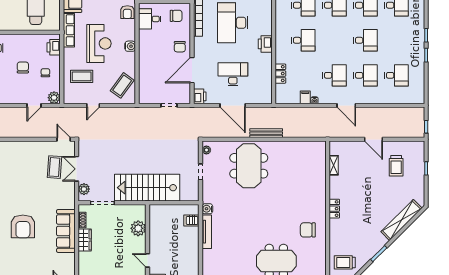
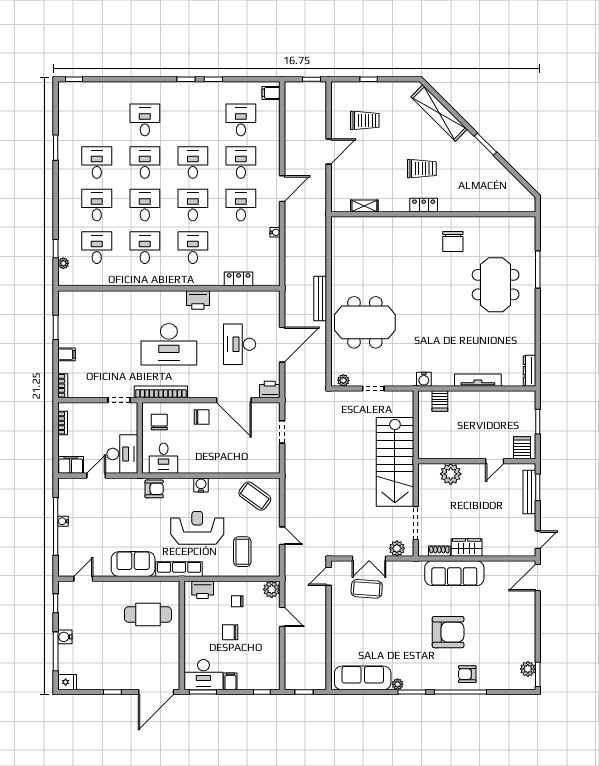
desk: (334, 40) -> (193, 205), added
filing cabinet: (305, 97) -> (271, 93), moved
tv unit: (207, 232) -> (478, 380), moved
trolley: (345, 262) -> (422, 169), moved, turned -90

